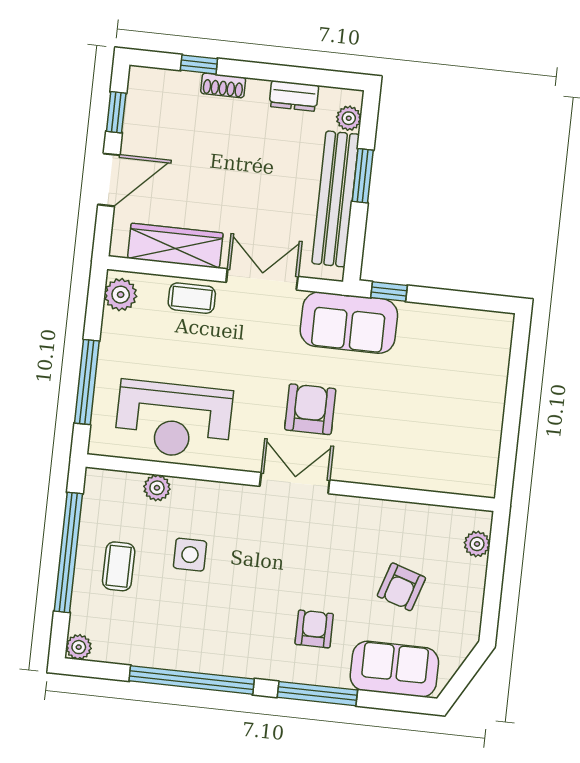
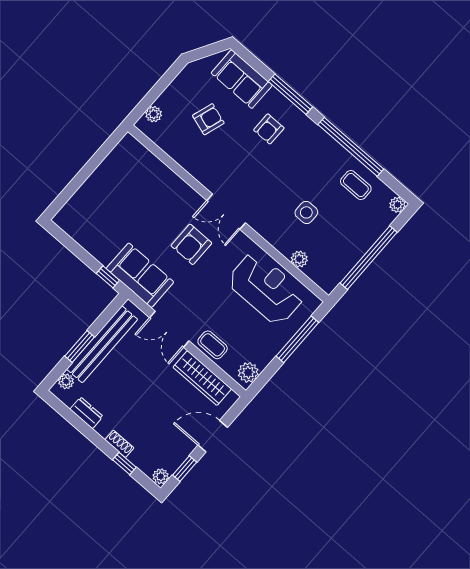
plant: (140, 81) -> (161, 476), added
coffee table: (119, 566) -> (356, 185), moved, turned 90

